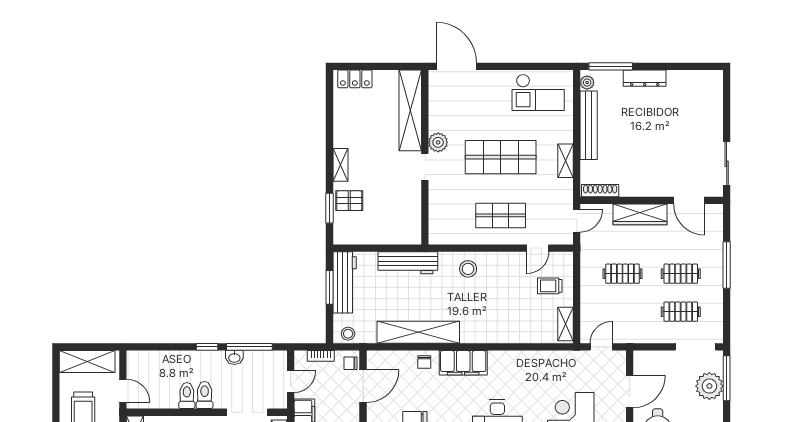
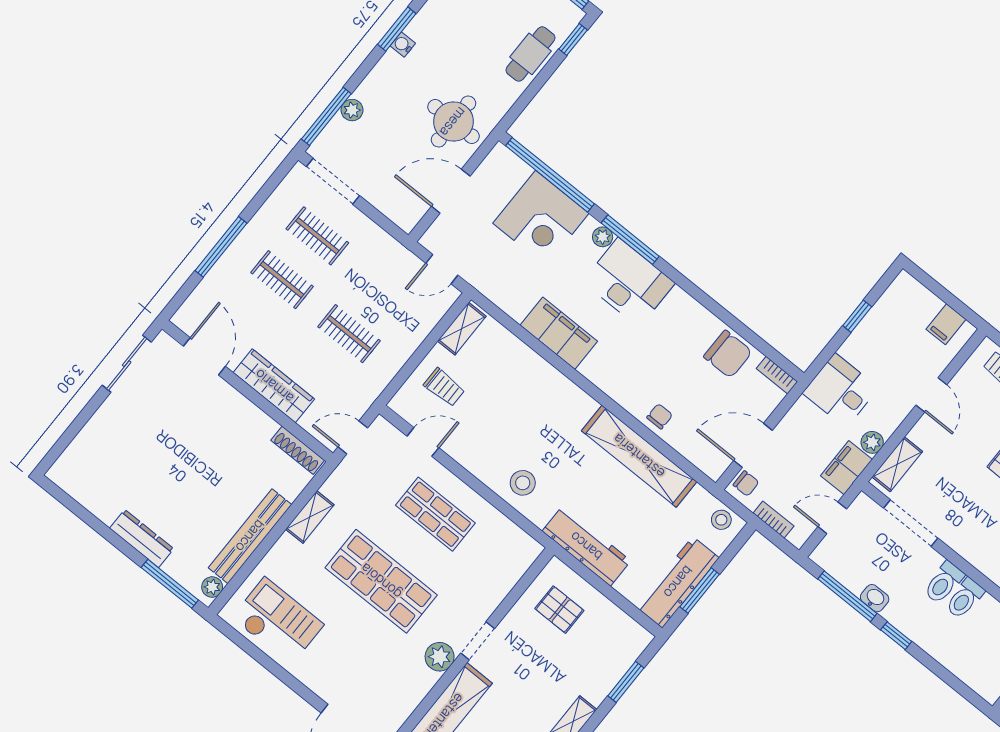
pallet: (349, 201) -> (559, 610), moved
filing cabinet: (463, 363) -> (559, 333), moved
plant: (709, 386) -> (352, 110), width x0.53, depth x0.53

